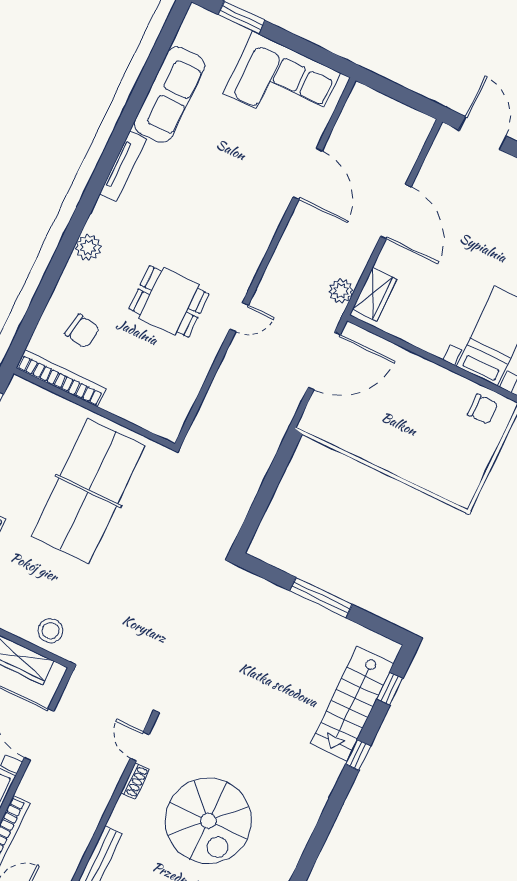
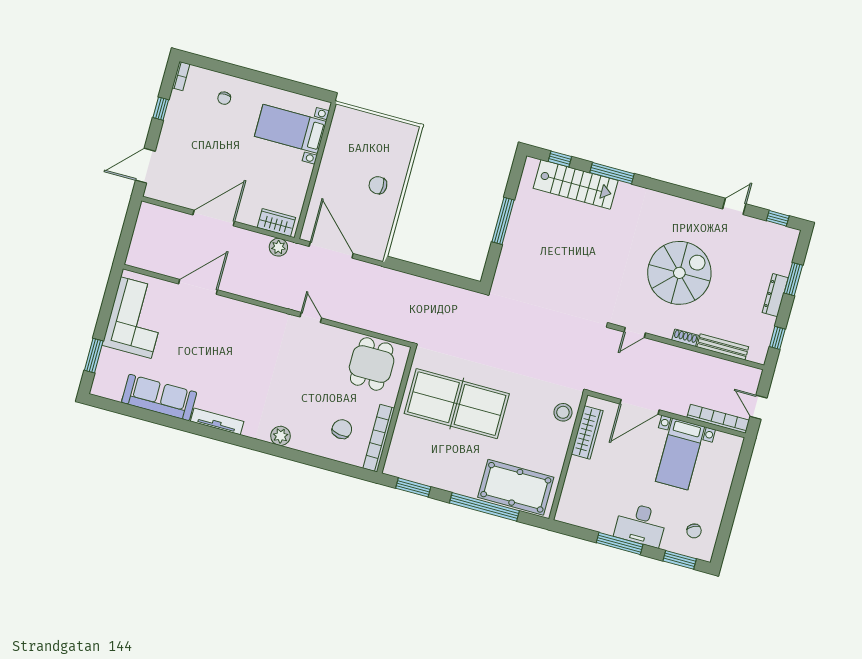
dining table: (169, 301) -> (372, 364), moved
chair: (483, 409) -> (378, 185), moved, turned -90
window: (358, 755) -> (612, 173), width x2.17
shoe rack: (135, 781) -> (685, 338), moved

